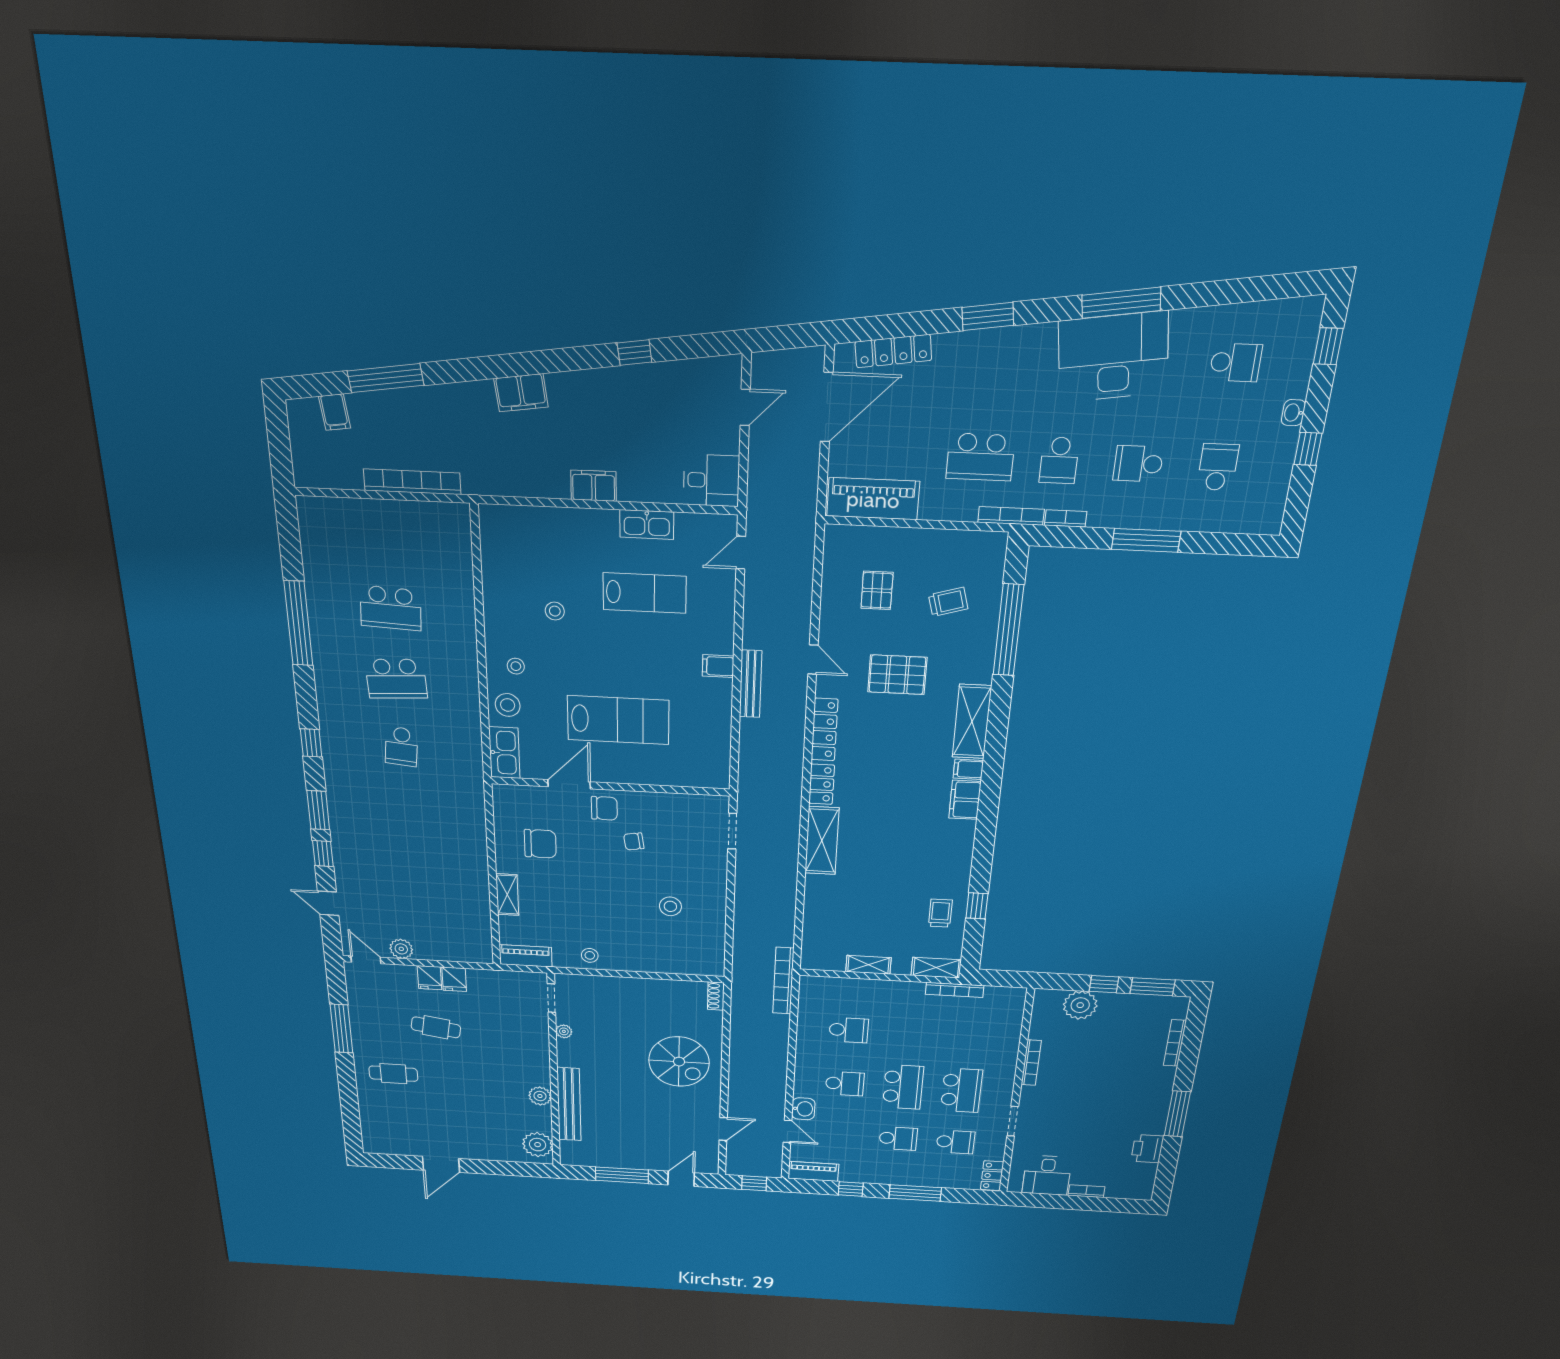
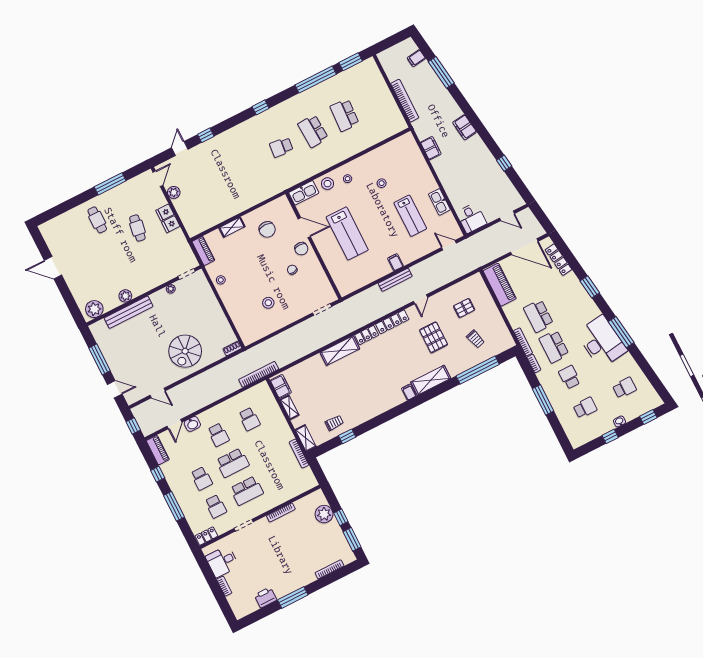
school desk: (1236, 363) -> (624, 388), turned -90
school desk: (1059, 460) -> (554, 347), width x1.85
filing cabinet: (594, 486) -> (431, 148), moved
filing cabinet: (965, 800) -> (281, 386), moved, turned 90
window: (318, 810) -> (351, 62), moved

